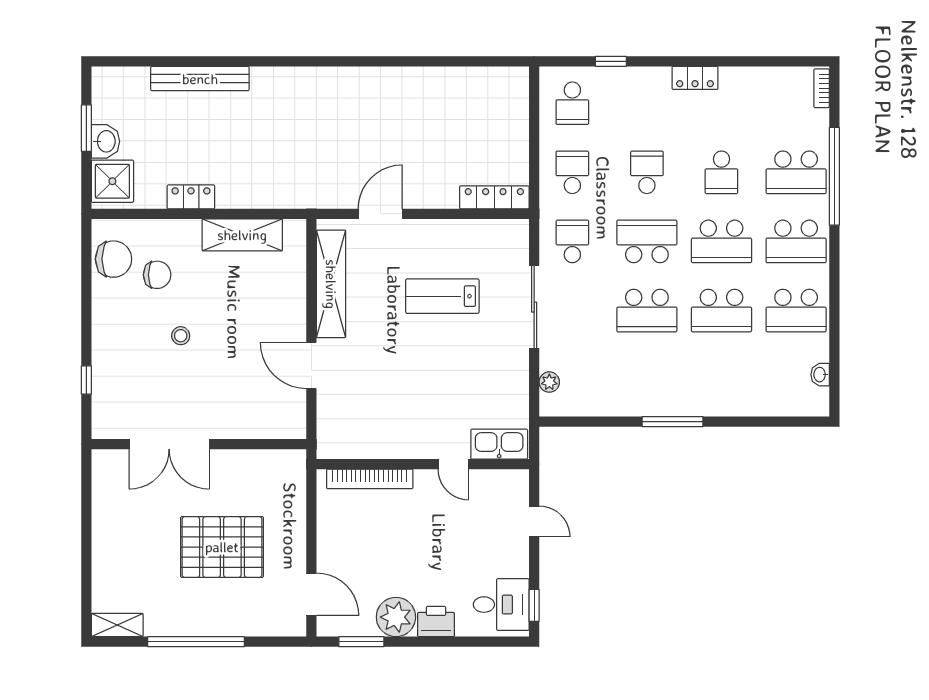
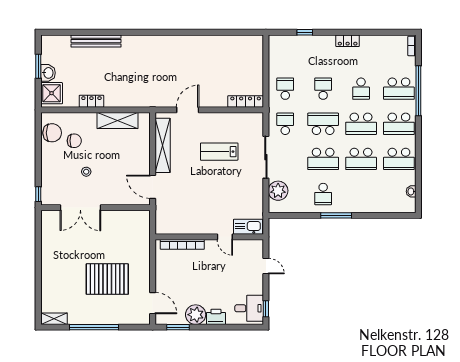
school desk: (572, 103) -> (323, 194), moved
plant: (549, 382) -> (278, 191), width x1.87, depth x1.87
double door: (169, 444) -> (80, 208), moved
wall: (199, 444) -> (95, 208), moved

